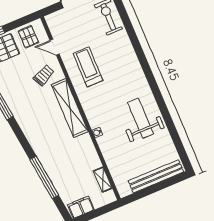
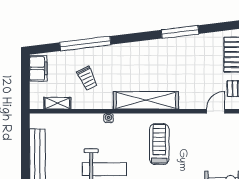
treadmill: (88, 67) -> (159, 144), moved, turned -90
trolley: (44, 75) -> (87, 78), moved

